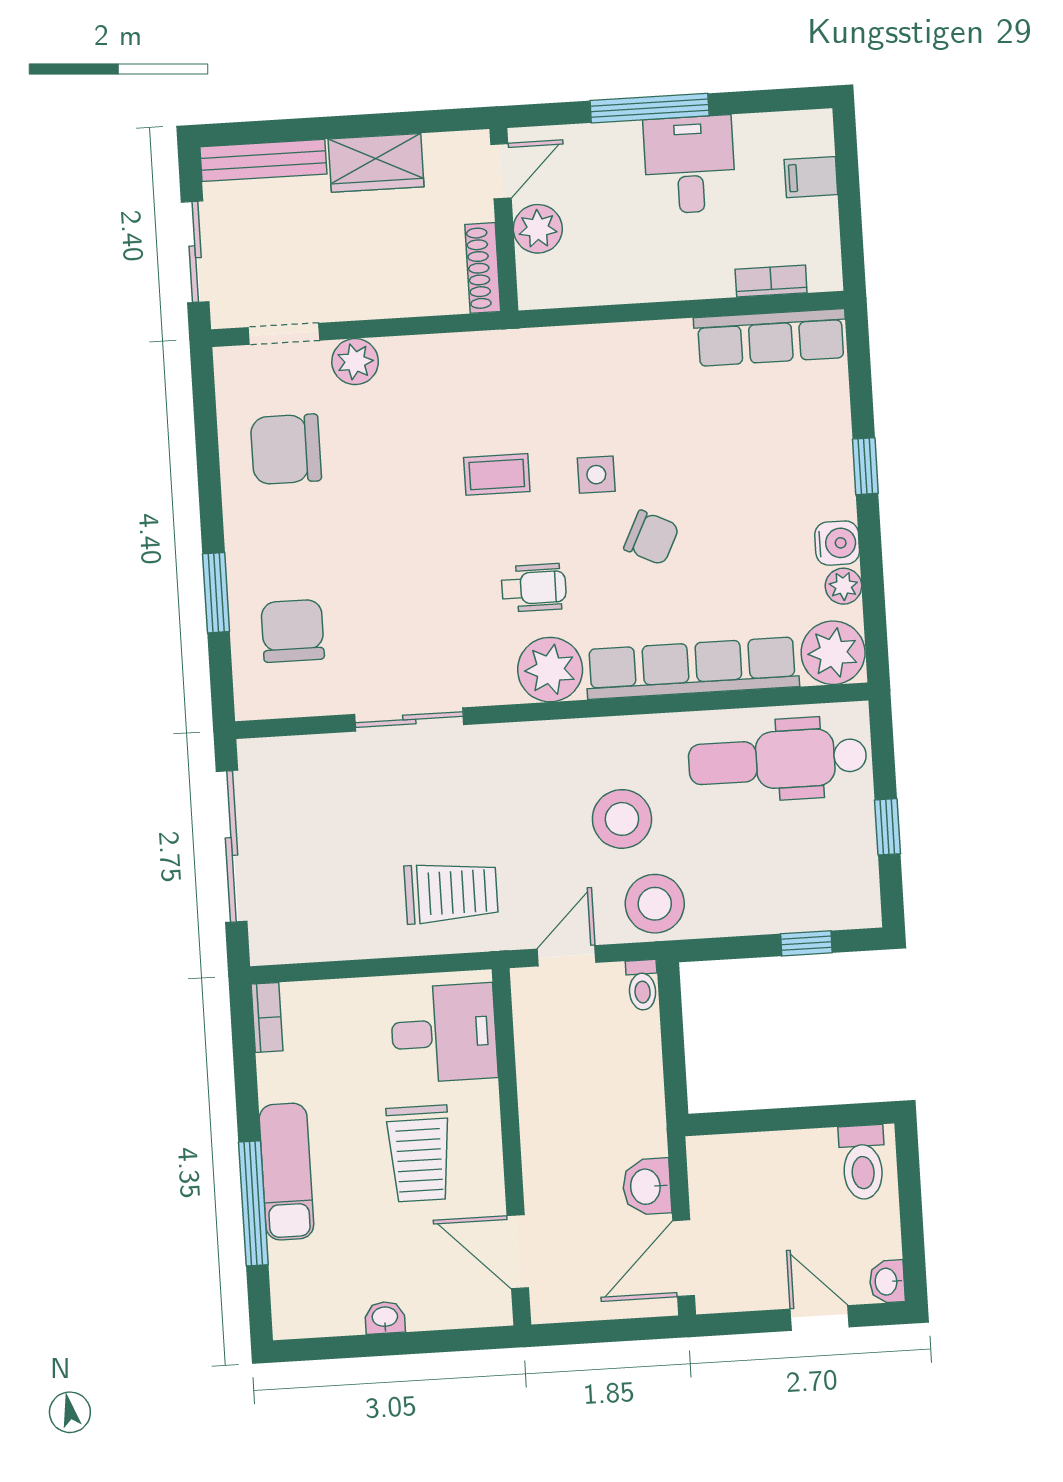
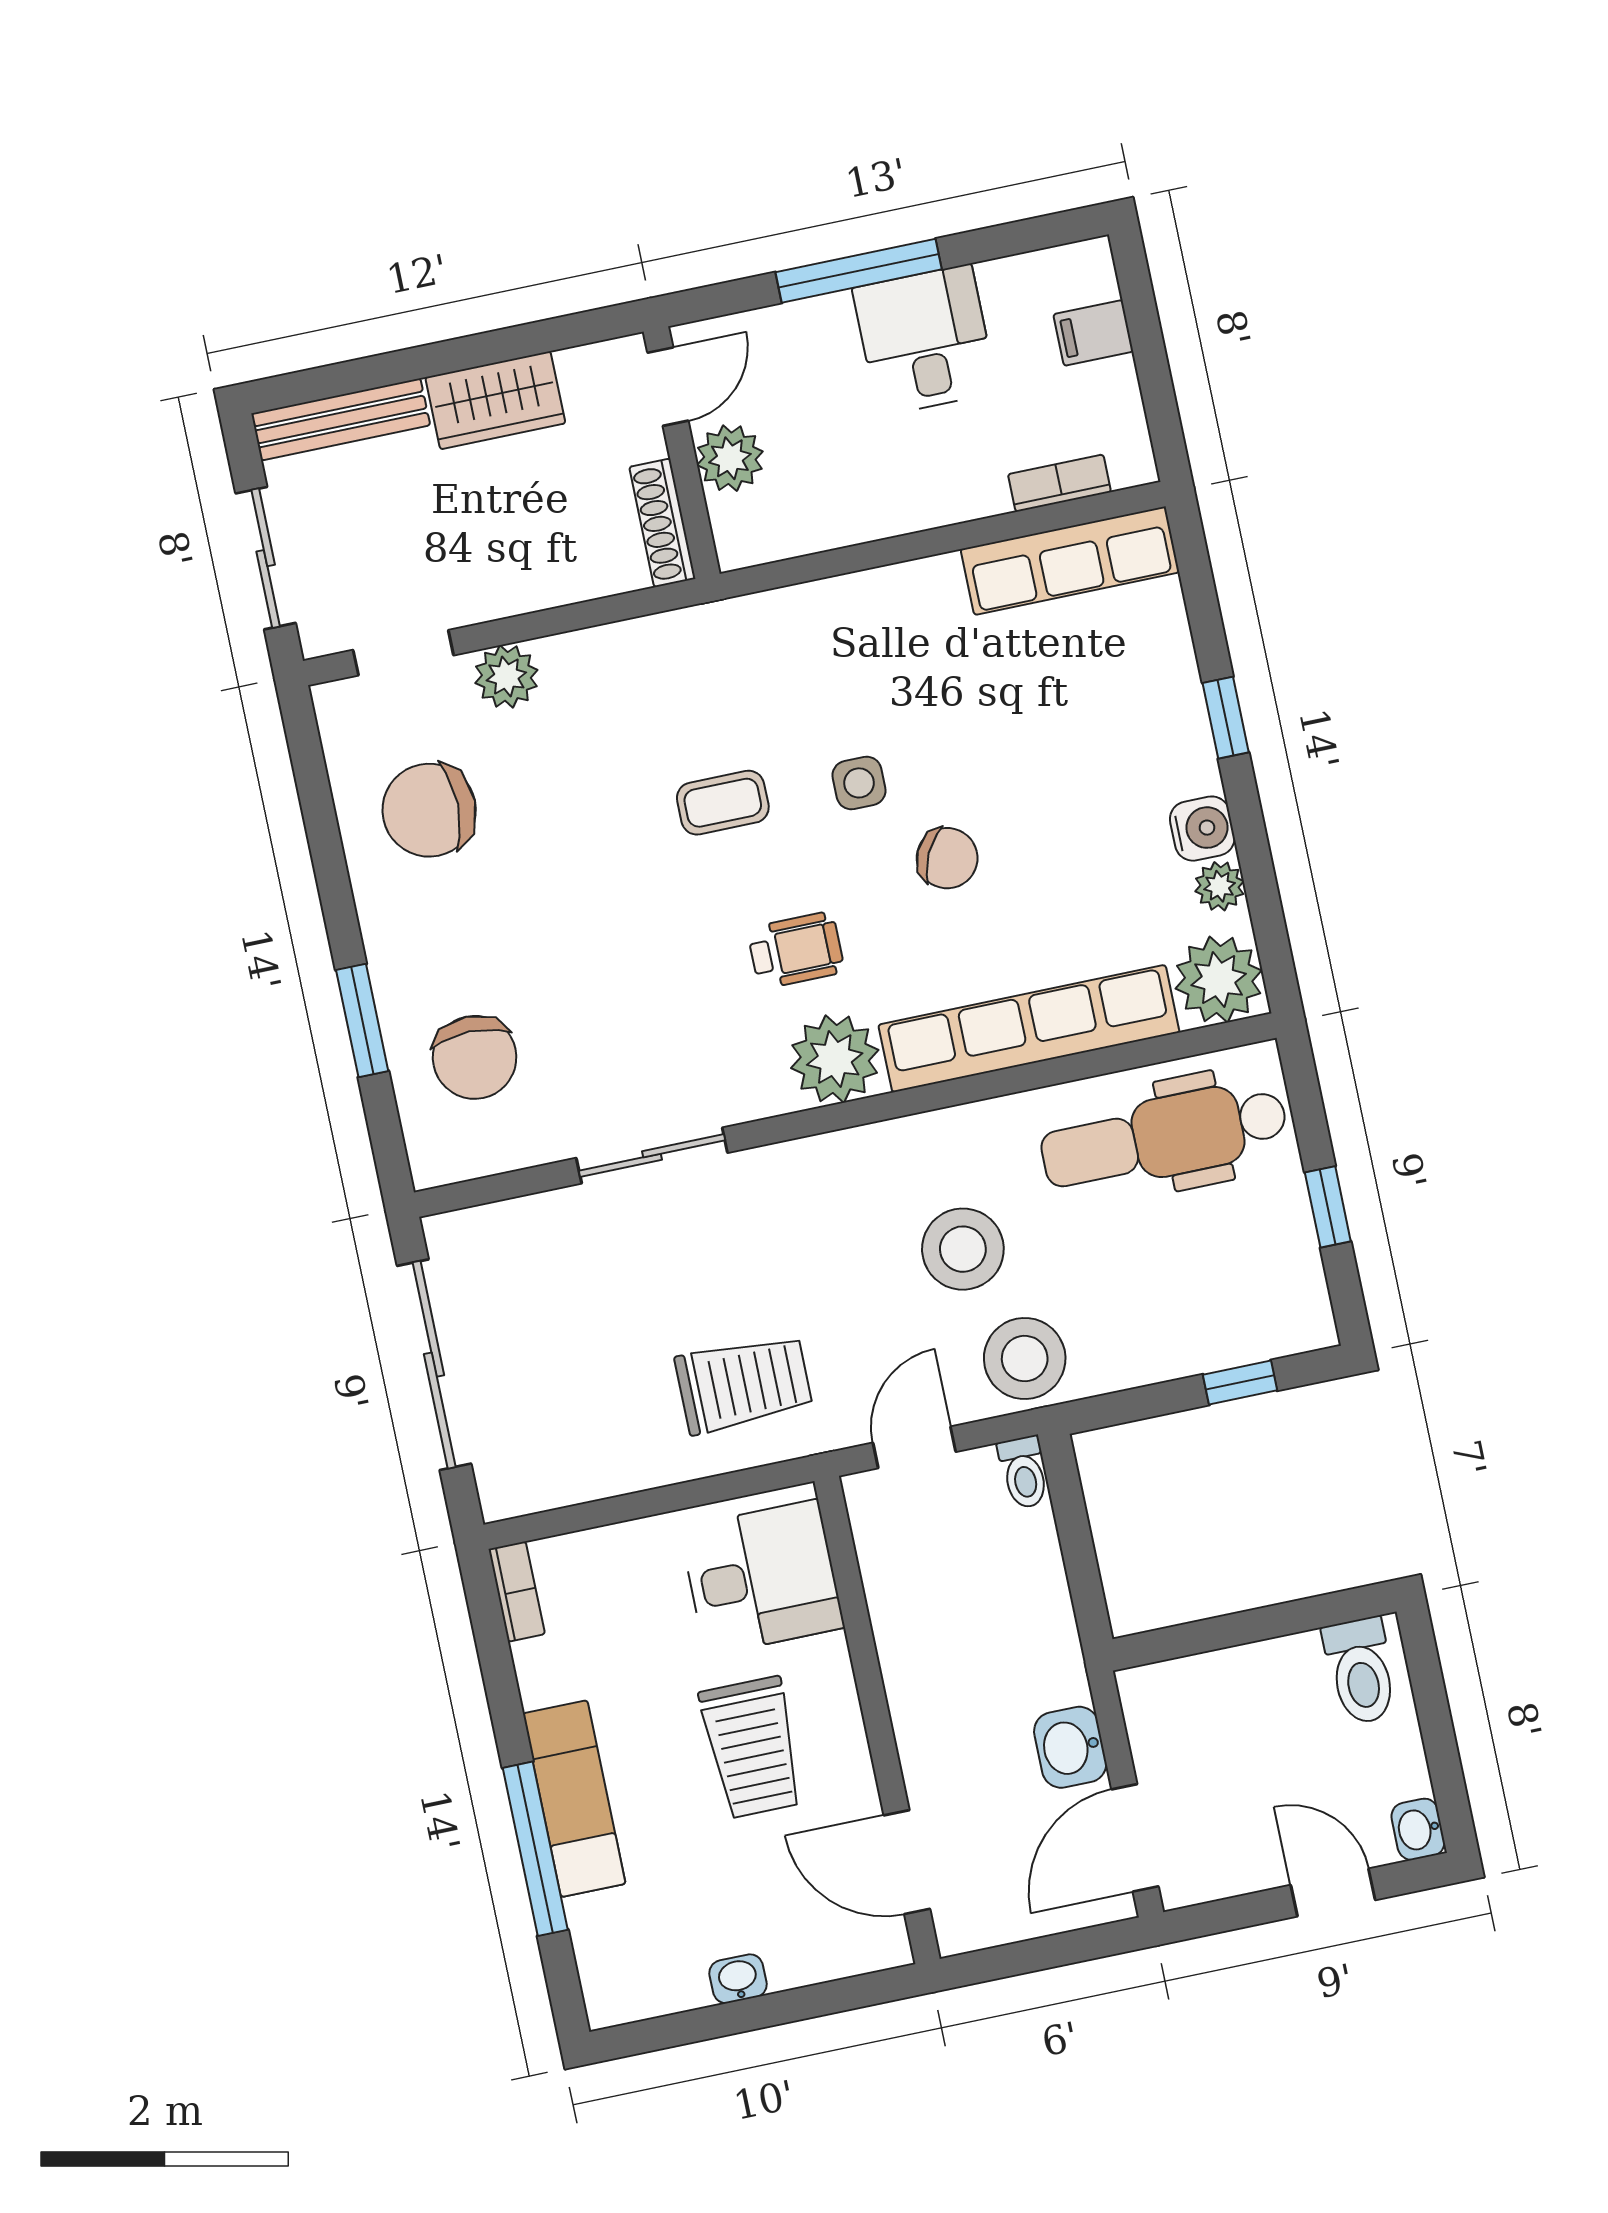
chair: (293, 631) -> (475, 1057), turned 180

